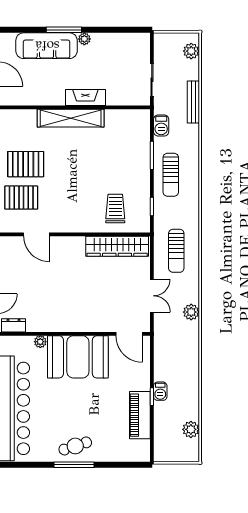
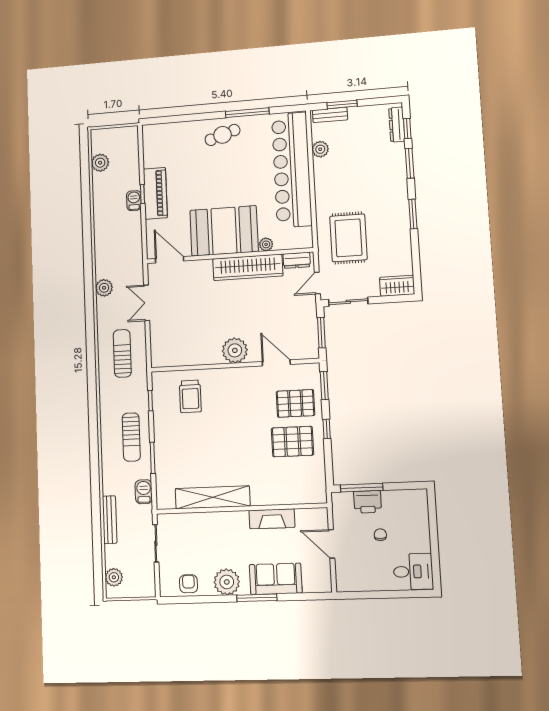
plant: (84, 39) -> (227, 582), width x1.88, depth x1.88
armchair: (124, 44) -> (188, 584), added
sofa: (47, 46) -> (276, 579), width x0.73
fireplace: (85, 98) -> (272, 519), moved
shelving: (71, 118) -> (213, 497), moved
sun lounger: (171, 175) -> (131, 437), turned 180
wardrobe: (117, 246) -> (248, 267), moved, turned 180
plant: (73, 248) -> (235, 350), added
piano: (140, 415) -> (155, 193), moved
window: (74, 465) -> (247, 113), moved

